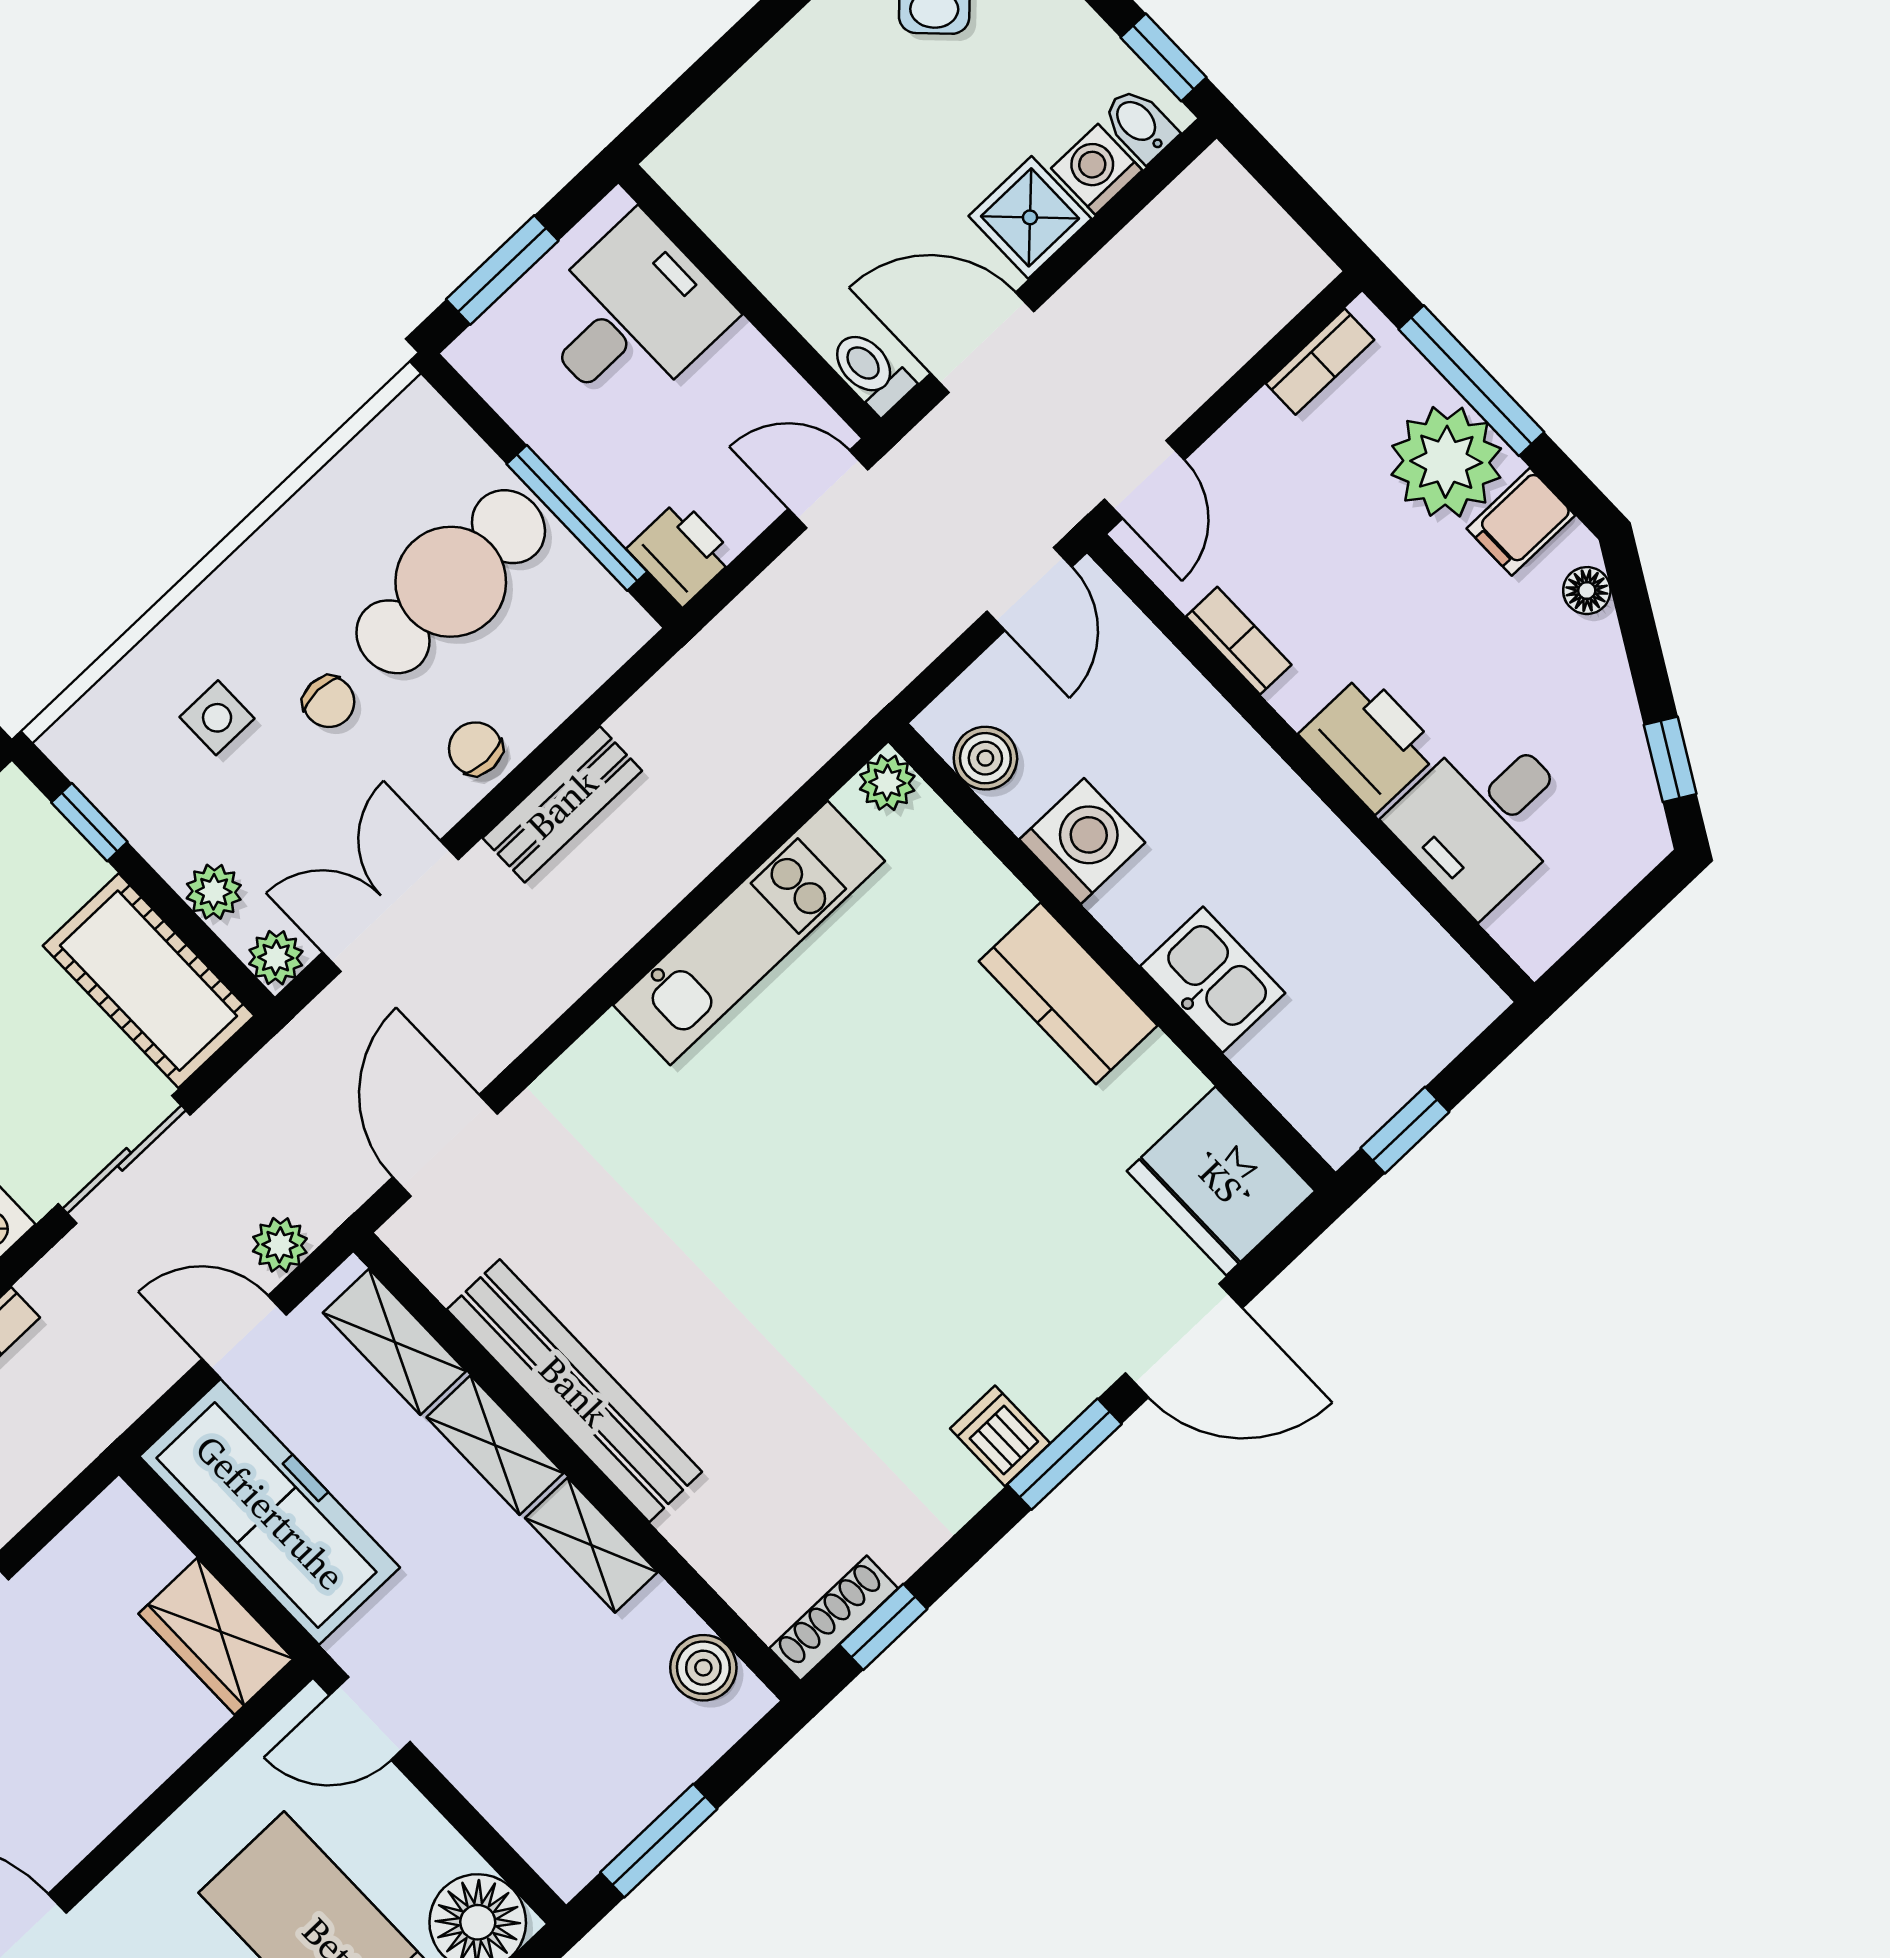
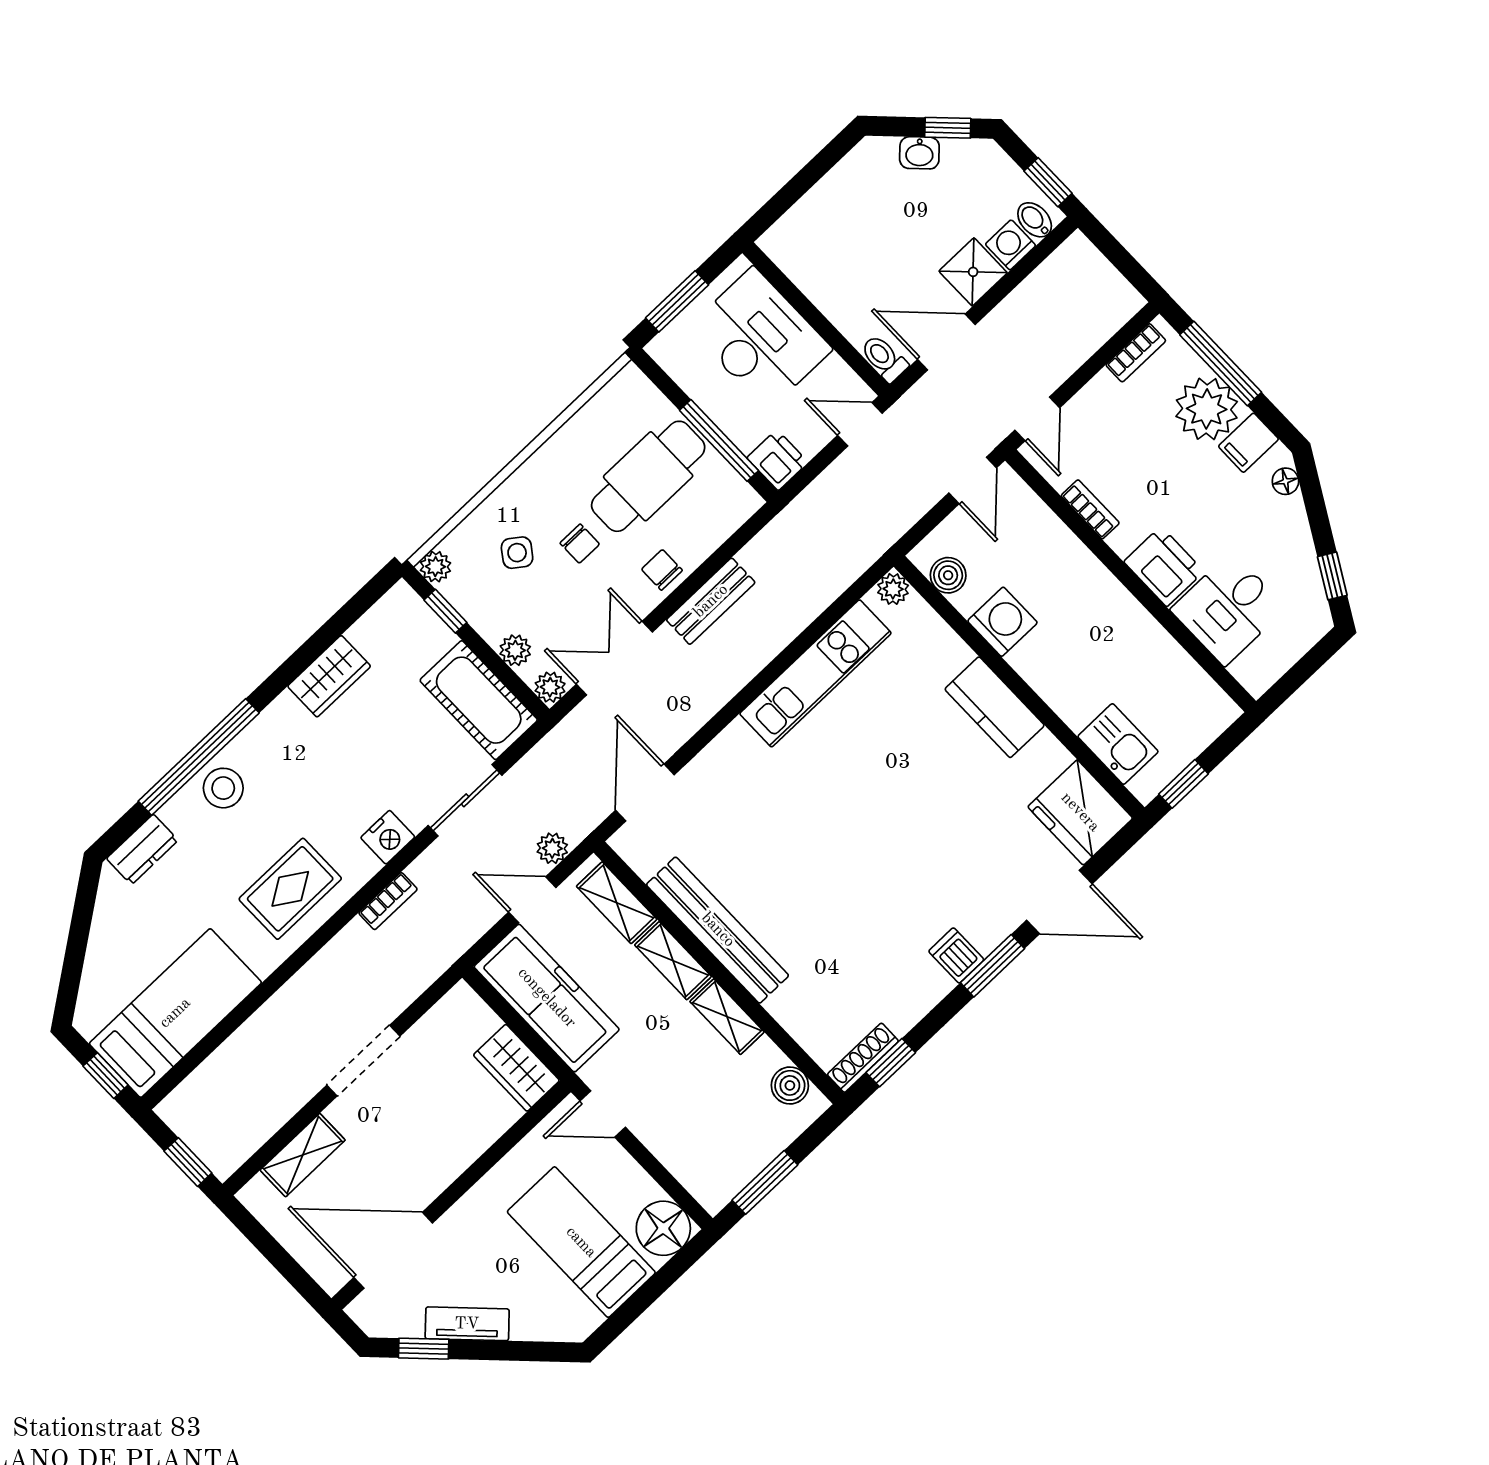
desk: (631, 316) -> (760, 339), width x1.37
side table: (217, 718) -> (517, 553), turned 36
plant: (72, 743) -> (435, 567), added
kitchen sink: (1213, 980) -> (1118, 744), moved

